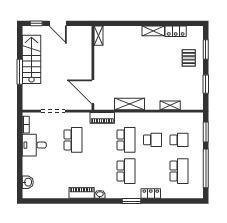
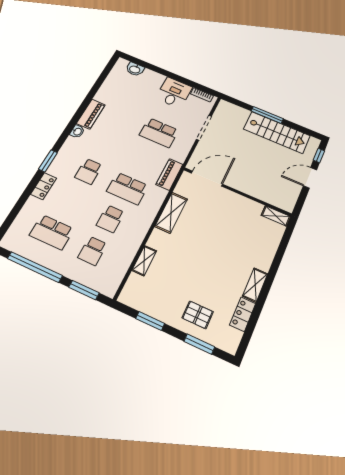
school desk: (126, 171) -> (89, 171), width x0.54

